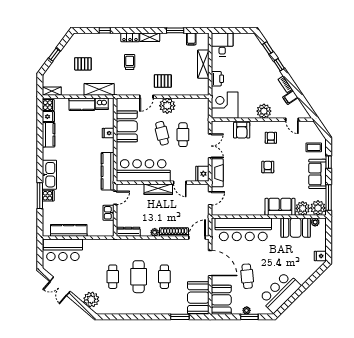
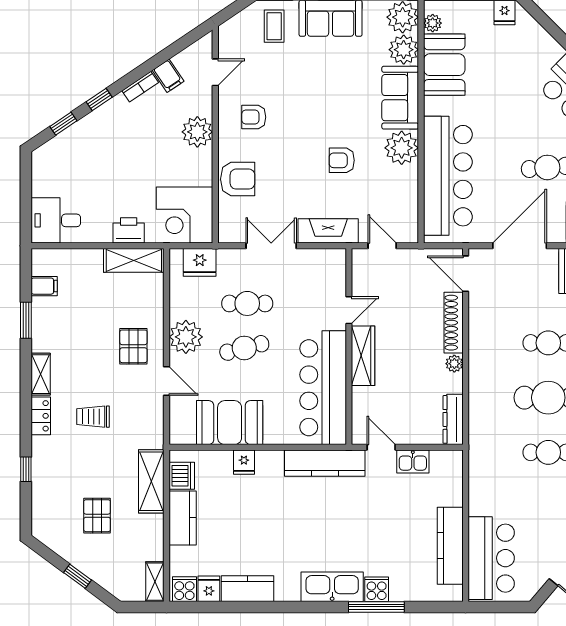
shelving: (203, 64) -> (134, 260), moved
armchair: (268, 167) -> (342, 160), moved
fridge: (202, 174) -> (200, 262), moved
plant: (256, 207) -> (402, 148), added

